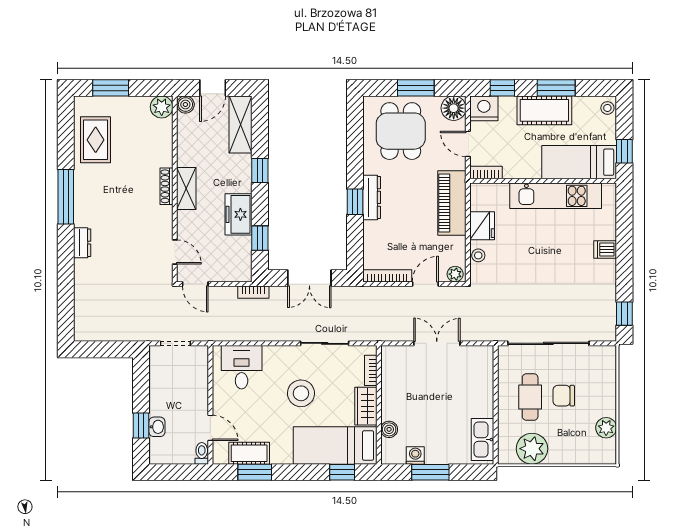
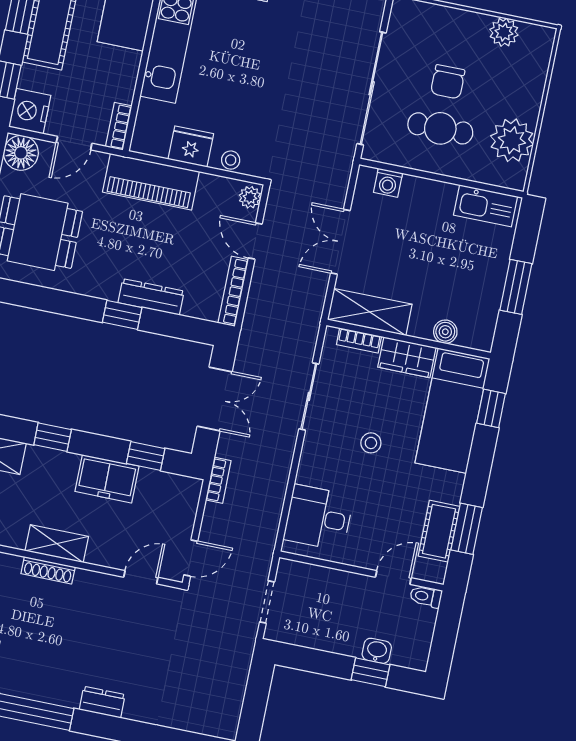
dresser: (372, 197) -> (151, 297), moved
shelving: (392, 374) -> (370, 312), added
stool: (301, 393) -> (371, 443), width x0.53, depth x0.53
washing machine: (415, 455) -> (388, 183), moved, turned -90

